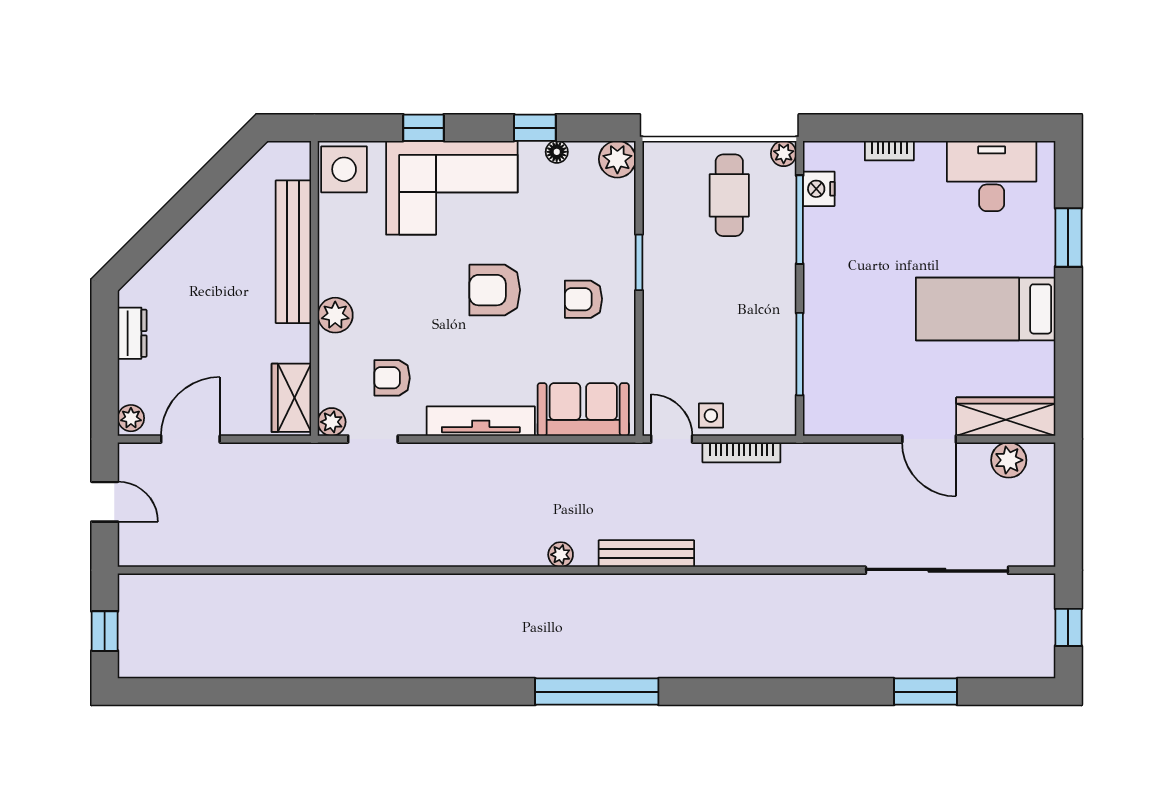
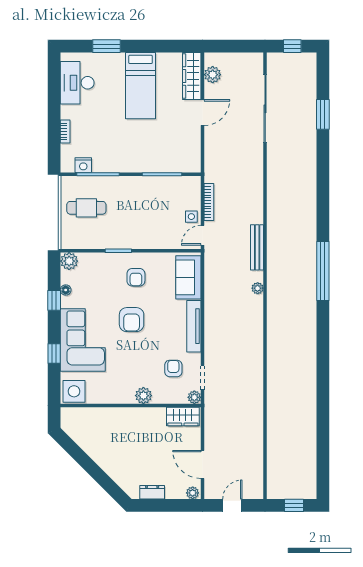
plant: (784, 154) -> (66, 182), removed
bench: (293, 252) -> (113, 415), removed
armchair: (392, 378) -> (173, 368), turned 180

